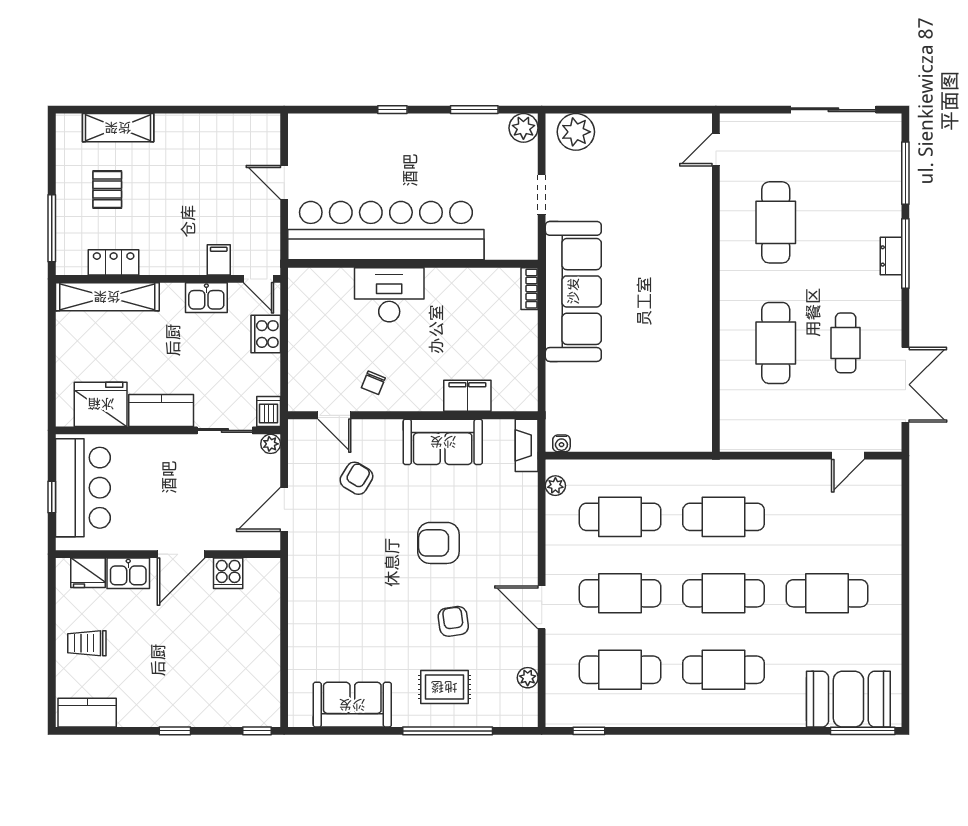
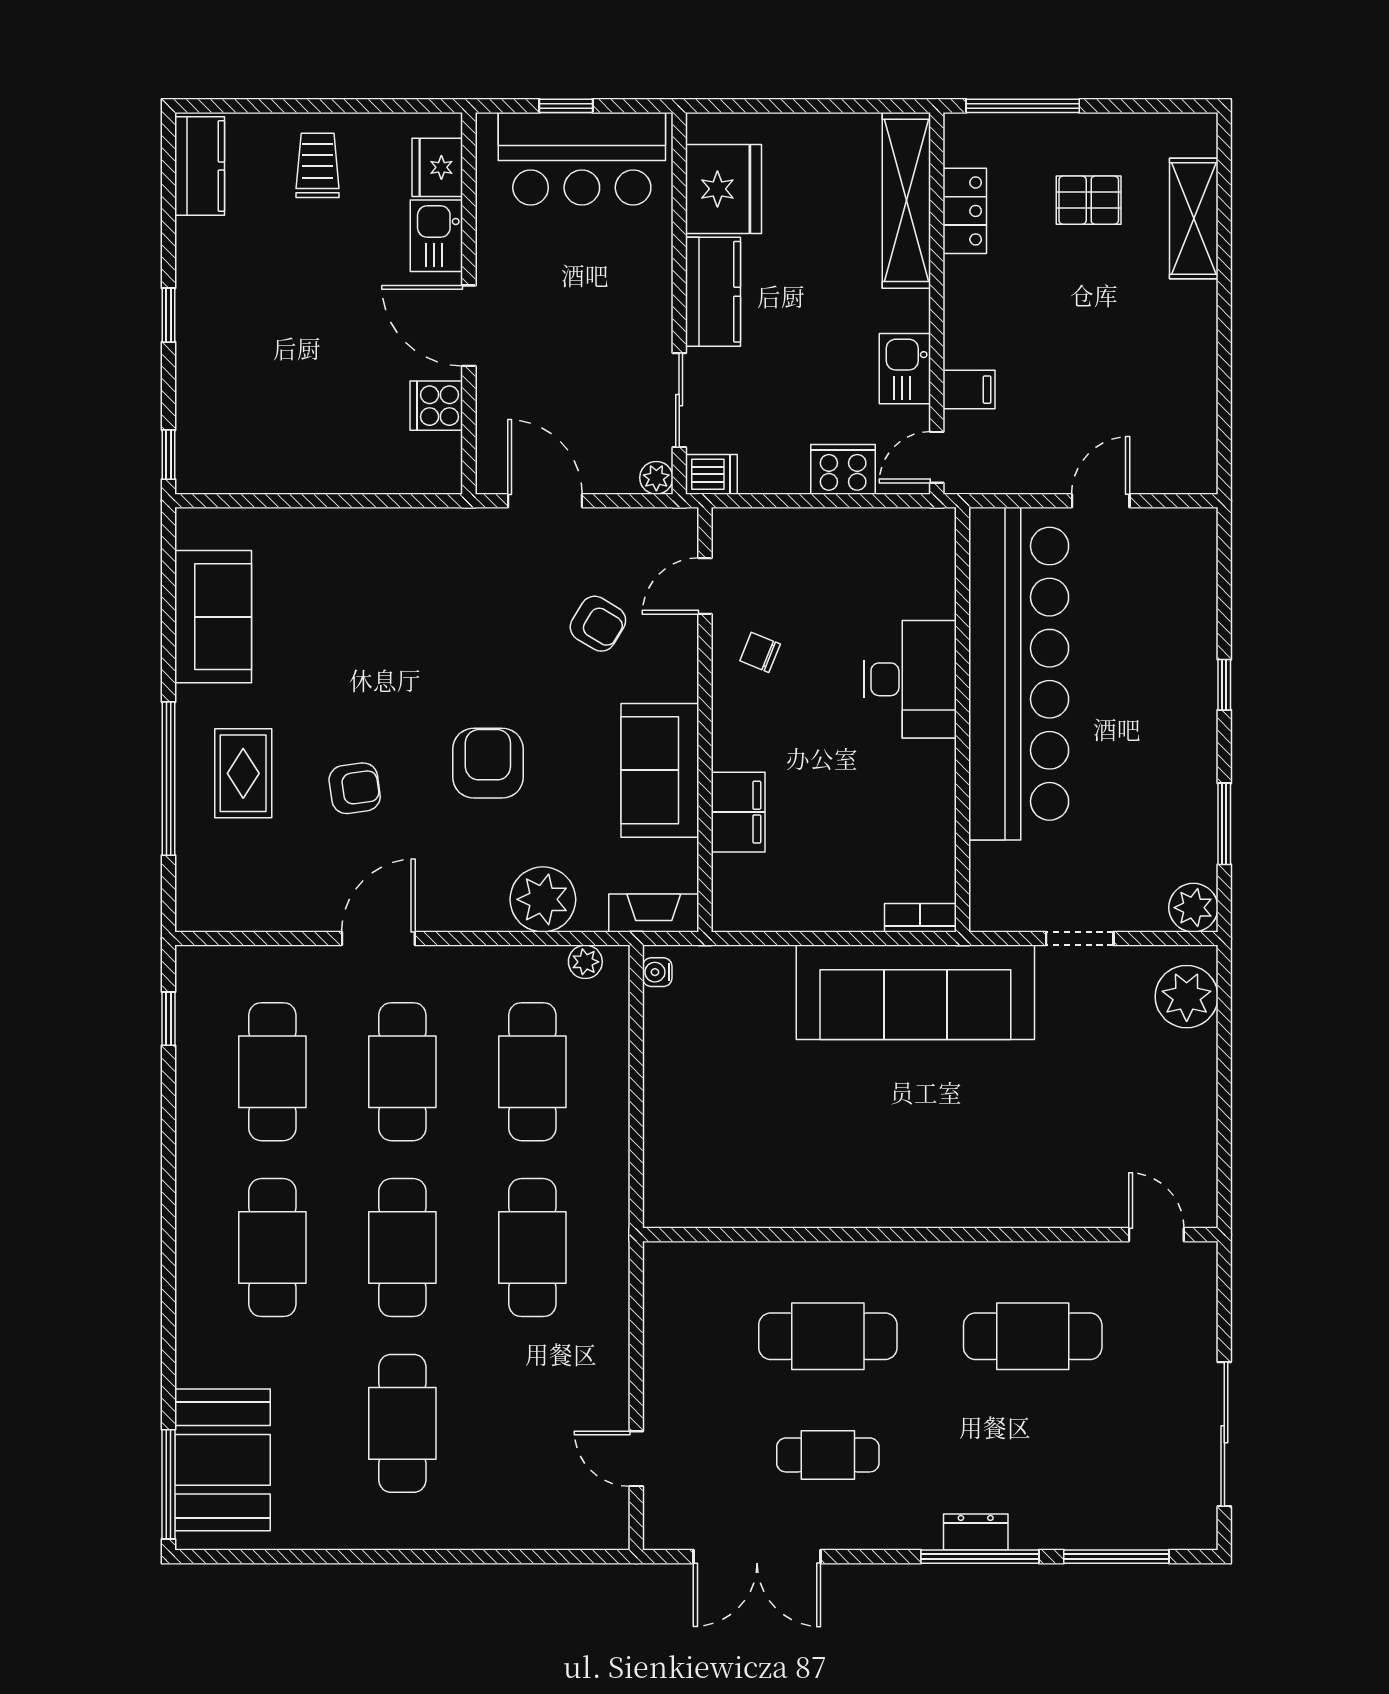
plant: (528, 678) -> (543, 899), moved, width x1.88, depth x1.88

